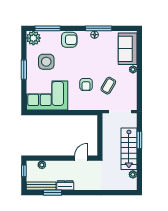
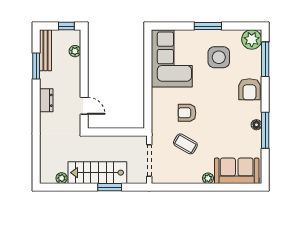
dresser: (65, 185) -> (46, 100), moved

